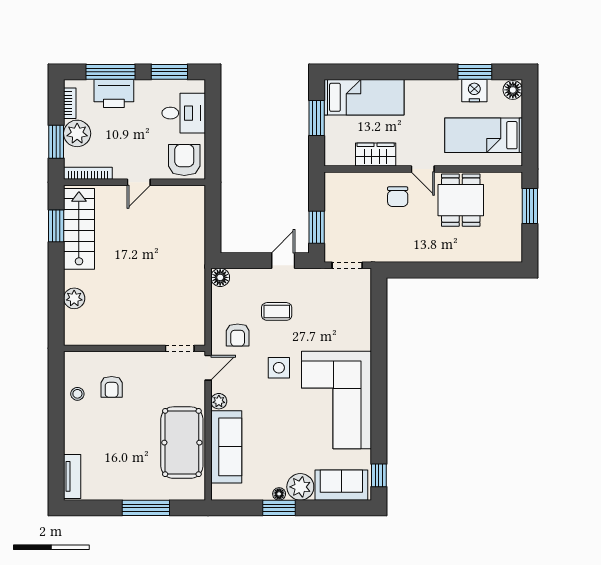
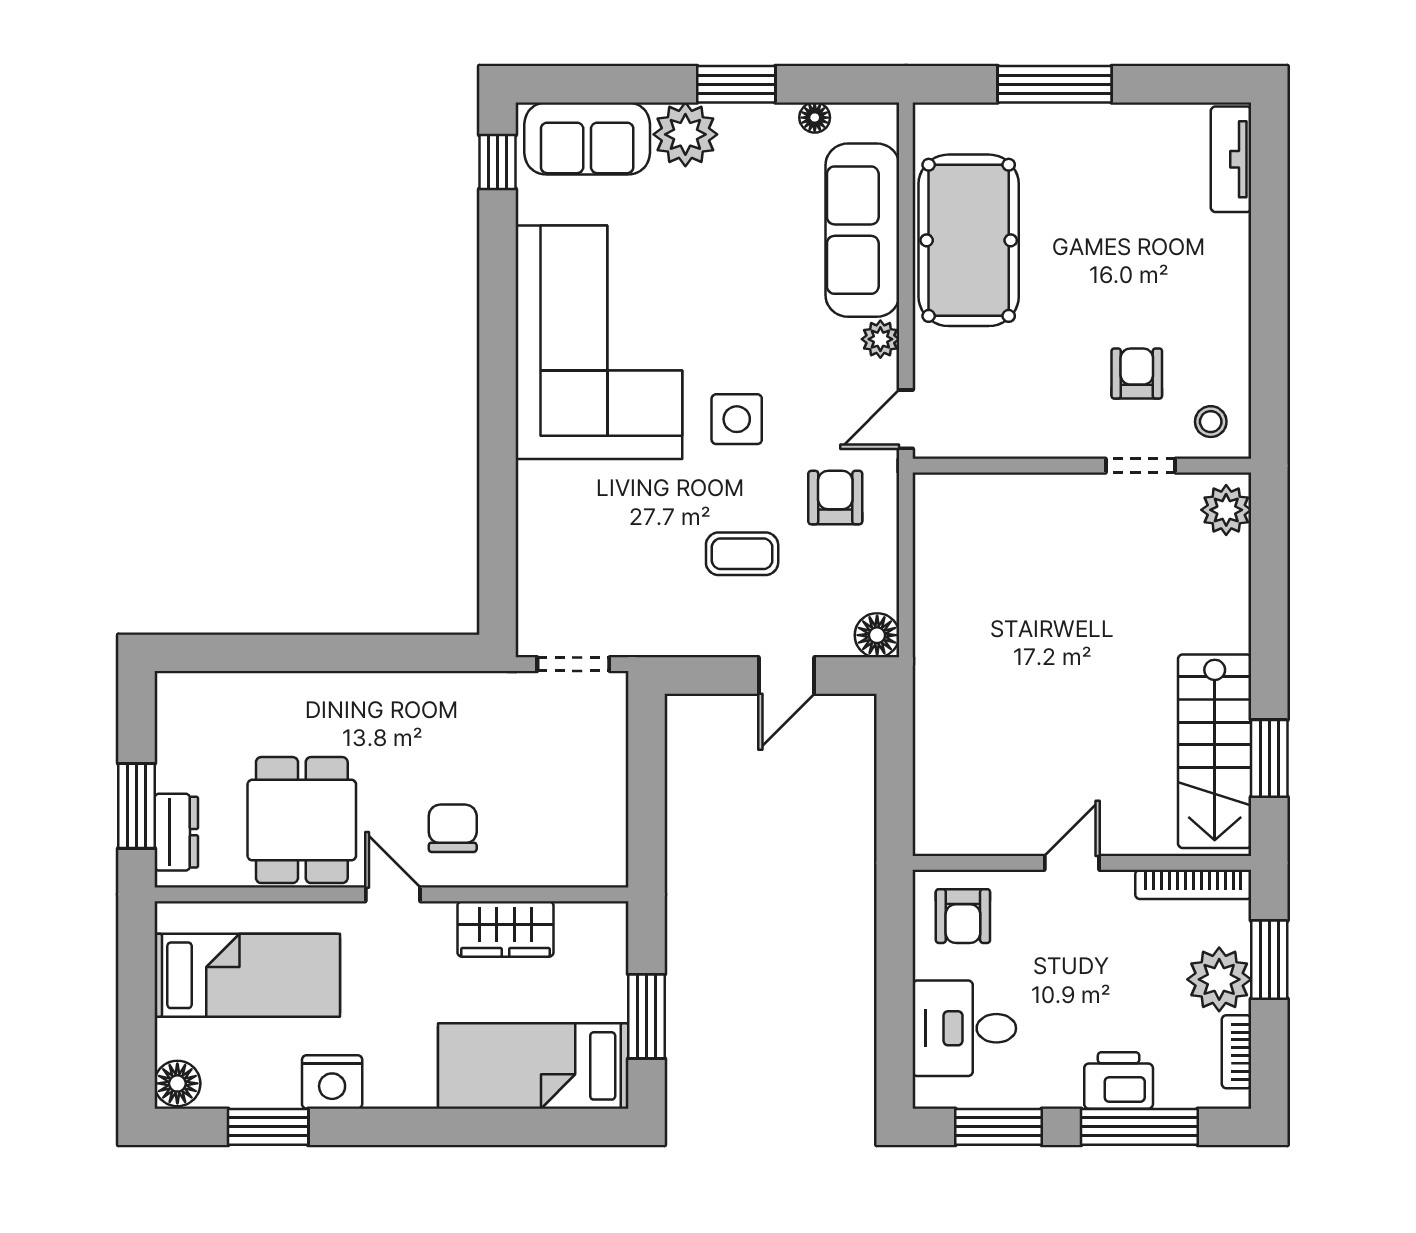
nightstand: (474, 91) -> (332, 1082), moved
printer: (114, 94) -> (1119, 1080), width x0.73, depth x0.84
armchair: (184, 160) -> (963, 916), width x0.72, depth x0.72
dresser: (513, 195) -> (176, 832), added
window: (317, 227) -> (646, 755), removed
door: (283, 261) -> (786, 675), moved
plant: (74, 298) -> (1226, 510), moved
doorway: (180, 348) -> (1141, 466), moved
stool: (77, 394) -> (1211, 422), moved
floor lamp: (279, 494) -> (815, 118), moved

